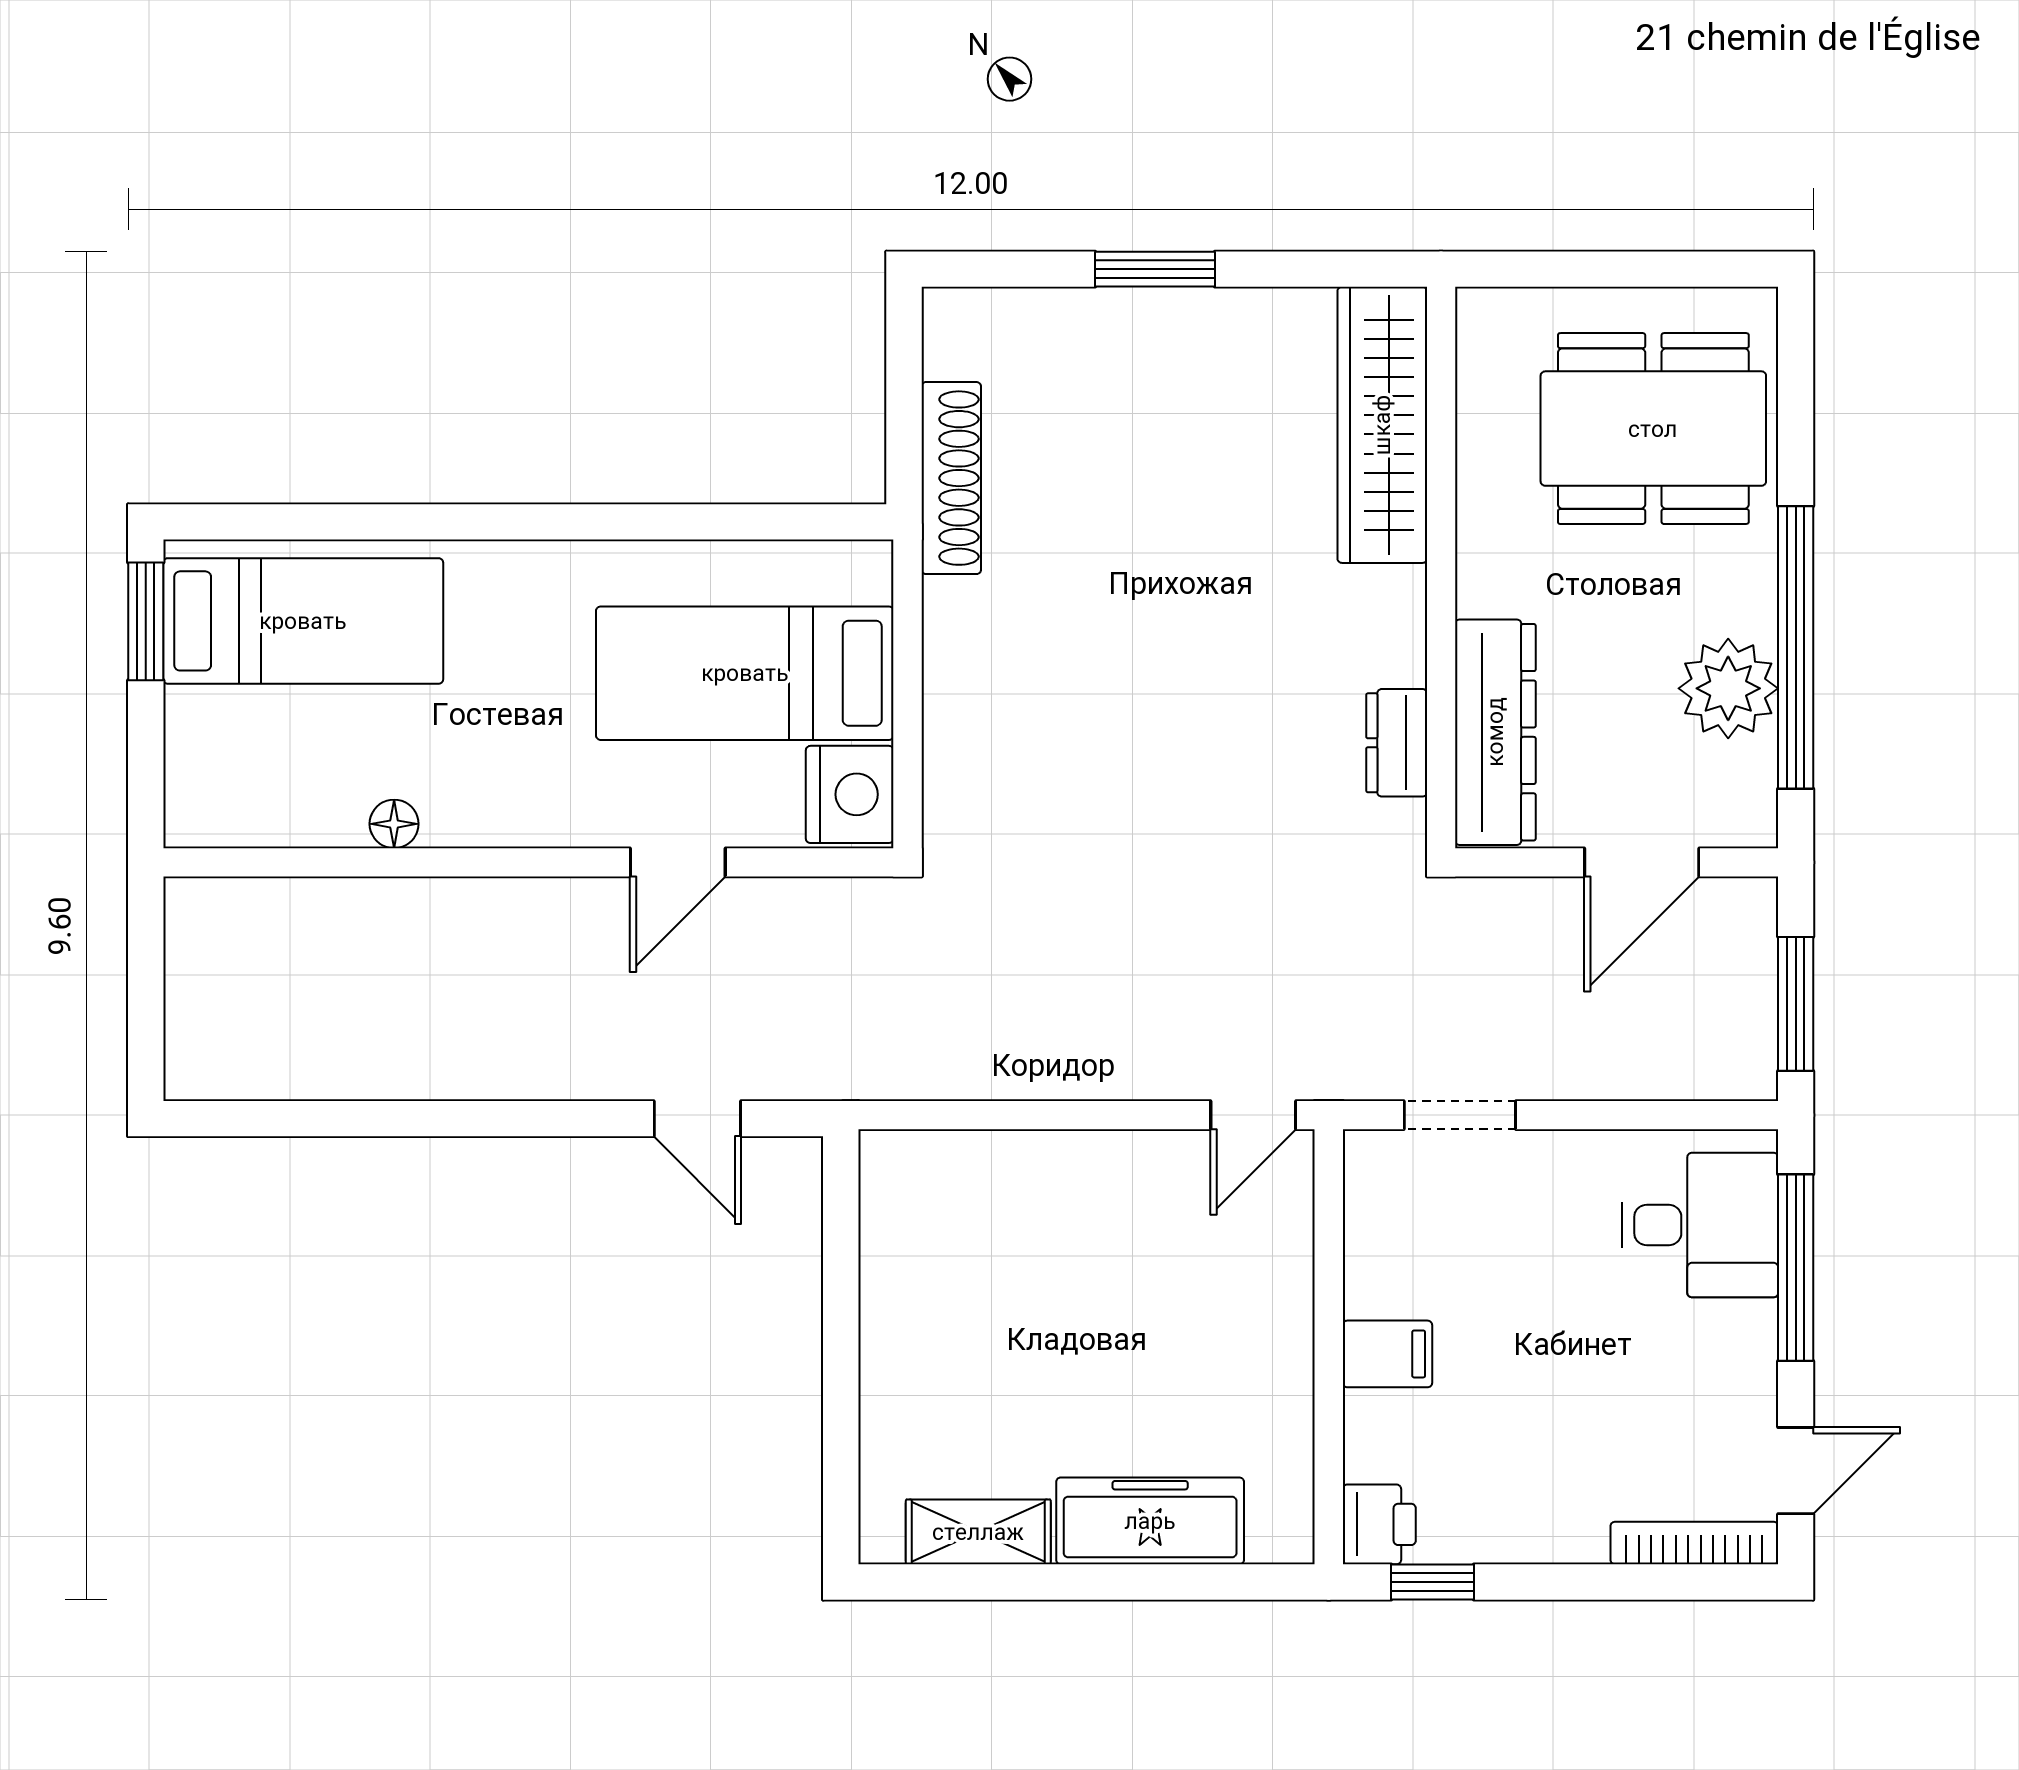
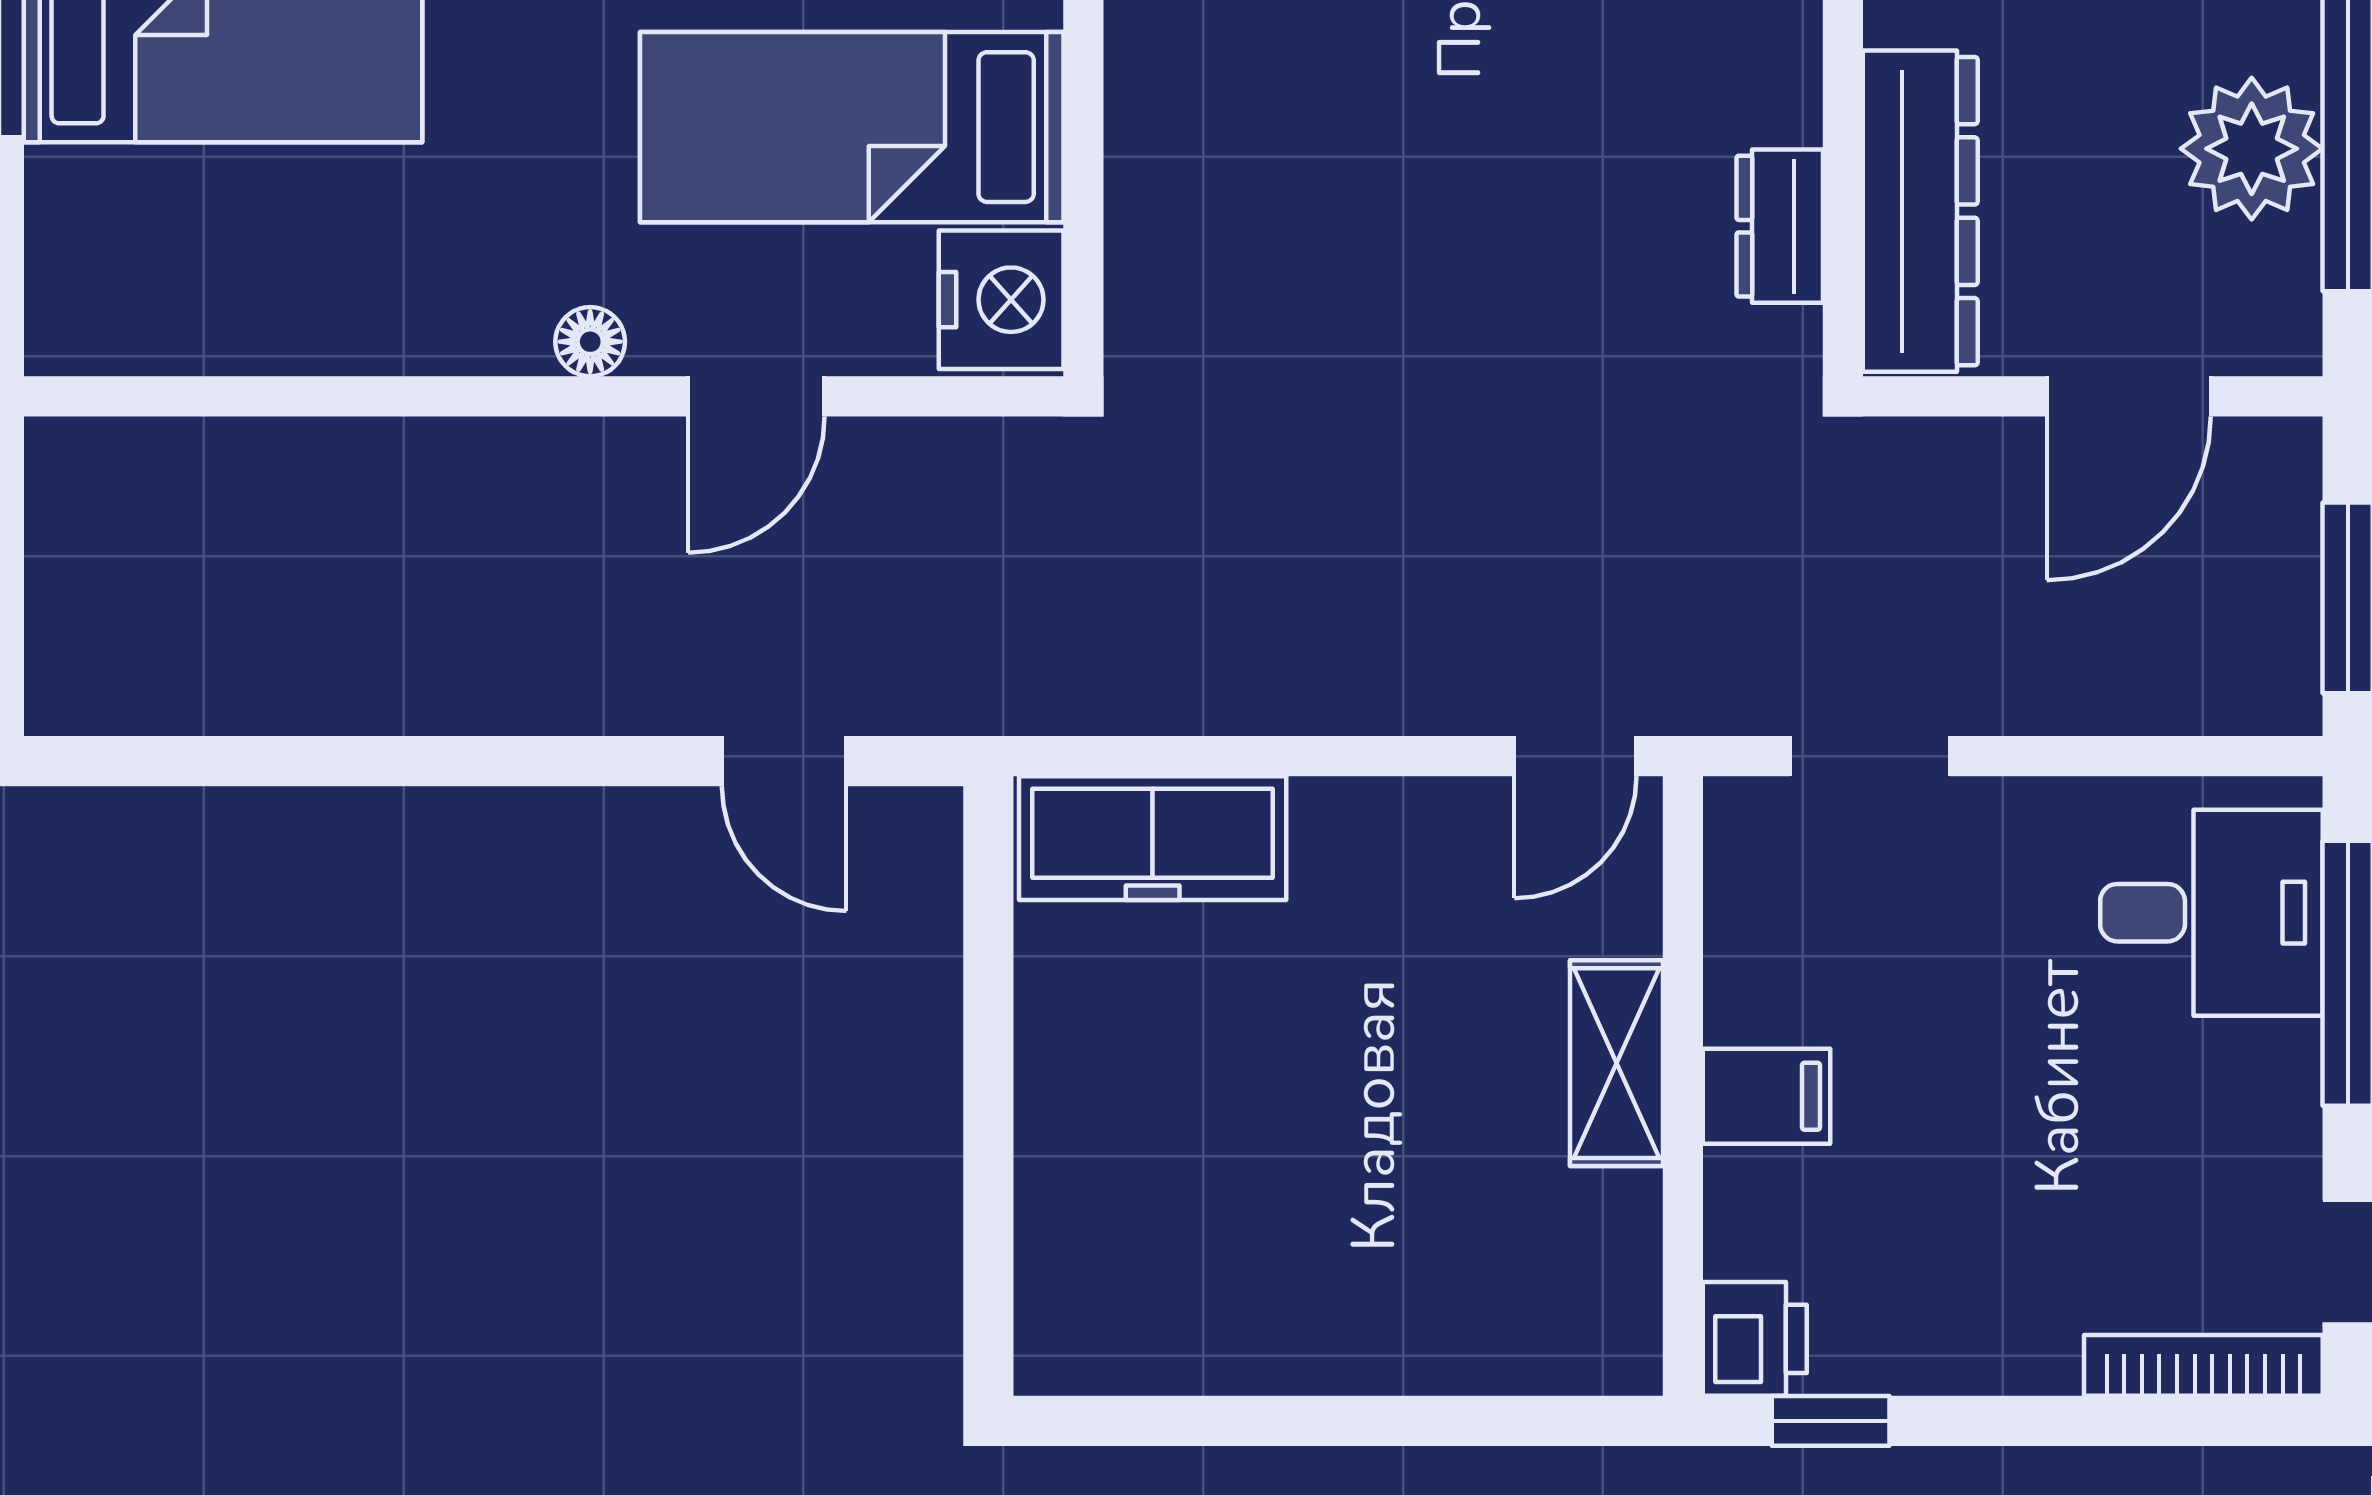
floor lamp: (394, 824) -> (590, 342), moved
freezer: (1150, 1521) -> (1153, 838), moved, turned 180
shelving: (978, 1532) -> (1617, 1063), moved, turned 90

